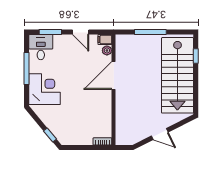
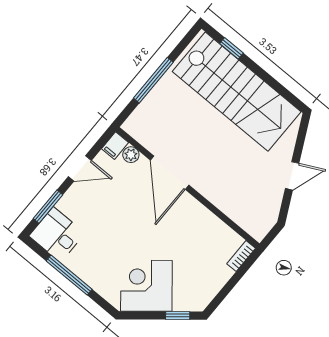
corner desk: (45, 89) -> (146, 286), moved, turned -40

